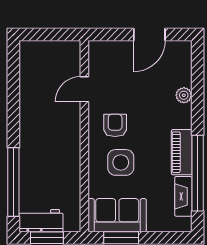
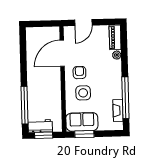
door: (149, 34) -> (83, 23), moved
door: (84, 89) -> (62, 53), width x1.87
piano: (182, 152) -> (115, 37), moved

